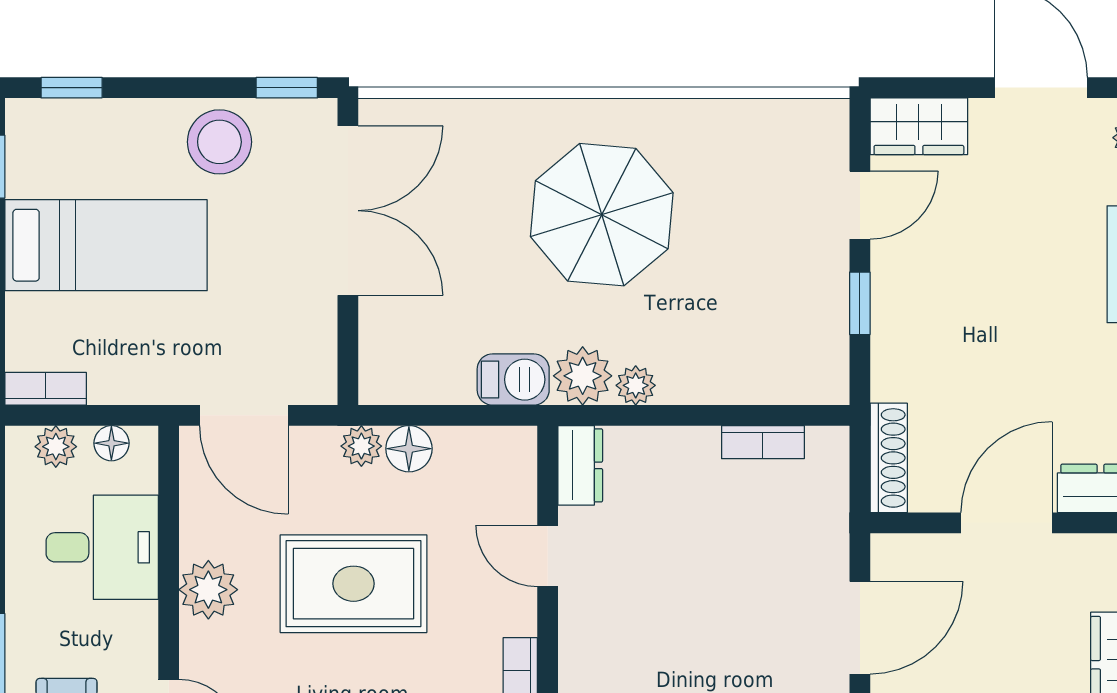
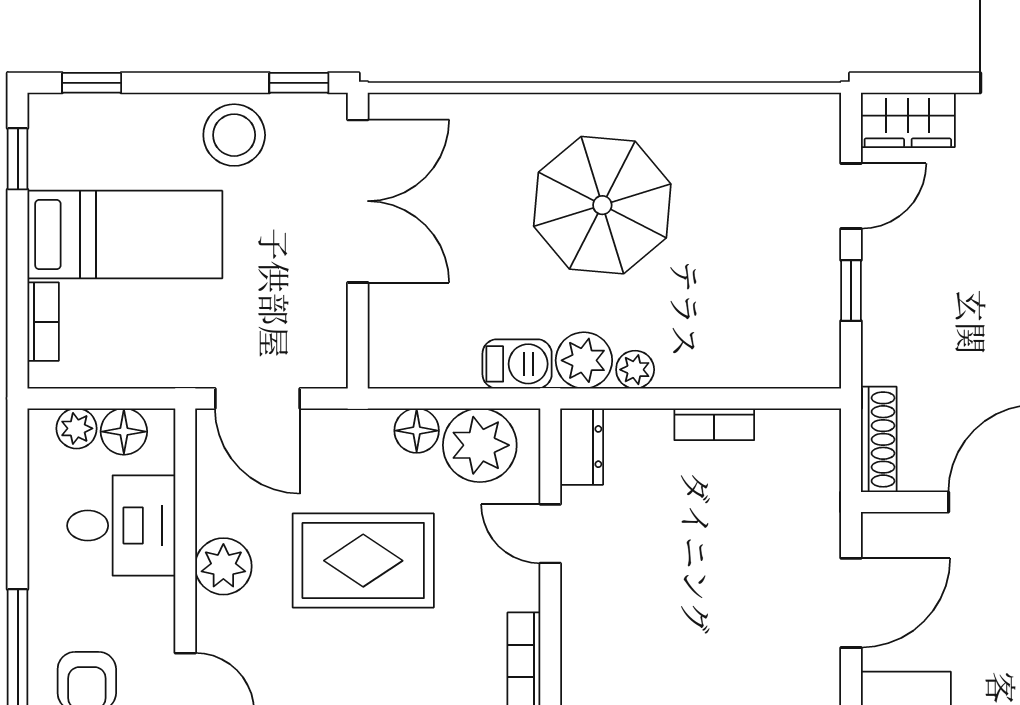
bookcase: (46, 389) -> (43, 322), moved, turned 90
bookcase: (763, 442) -> (714, 424), moved
floor lamp: (111, 443) -> (124, 432), width x1.37, depth x1.37
plant: (361, 446) -> (480, 445), moved, width x1.87, depth x1.87

